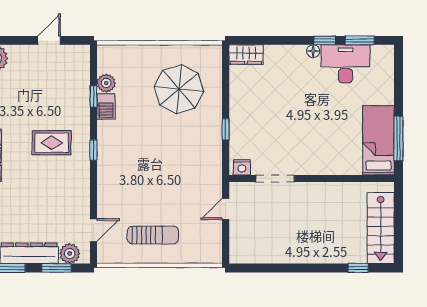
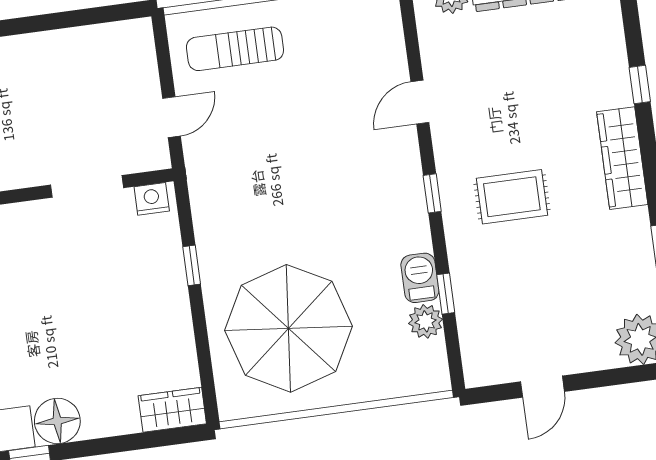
floor lamp: (313, 51) -> (57, 421), width x1.89, depth x1.89
parasol: (179, 89) -> (289, 328), width x1.36, depth x1.36
door: (93, 230) -> (420, 102), moved
sun lounger: (153, 235) -> (235, 49), moved

